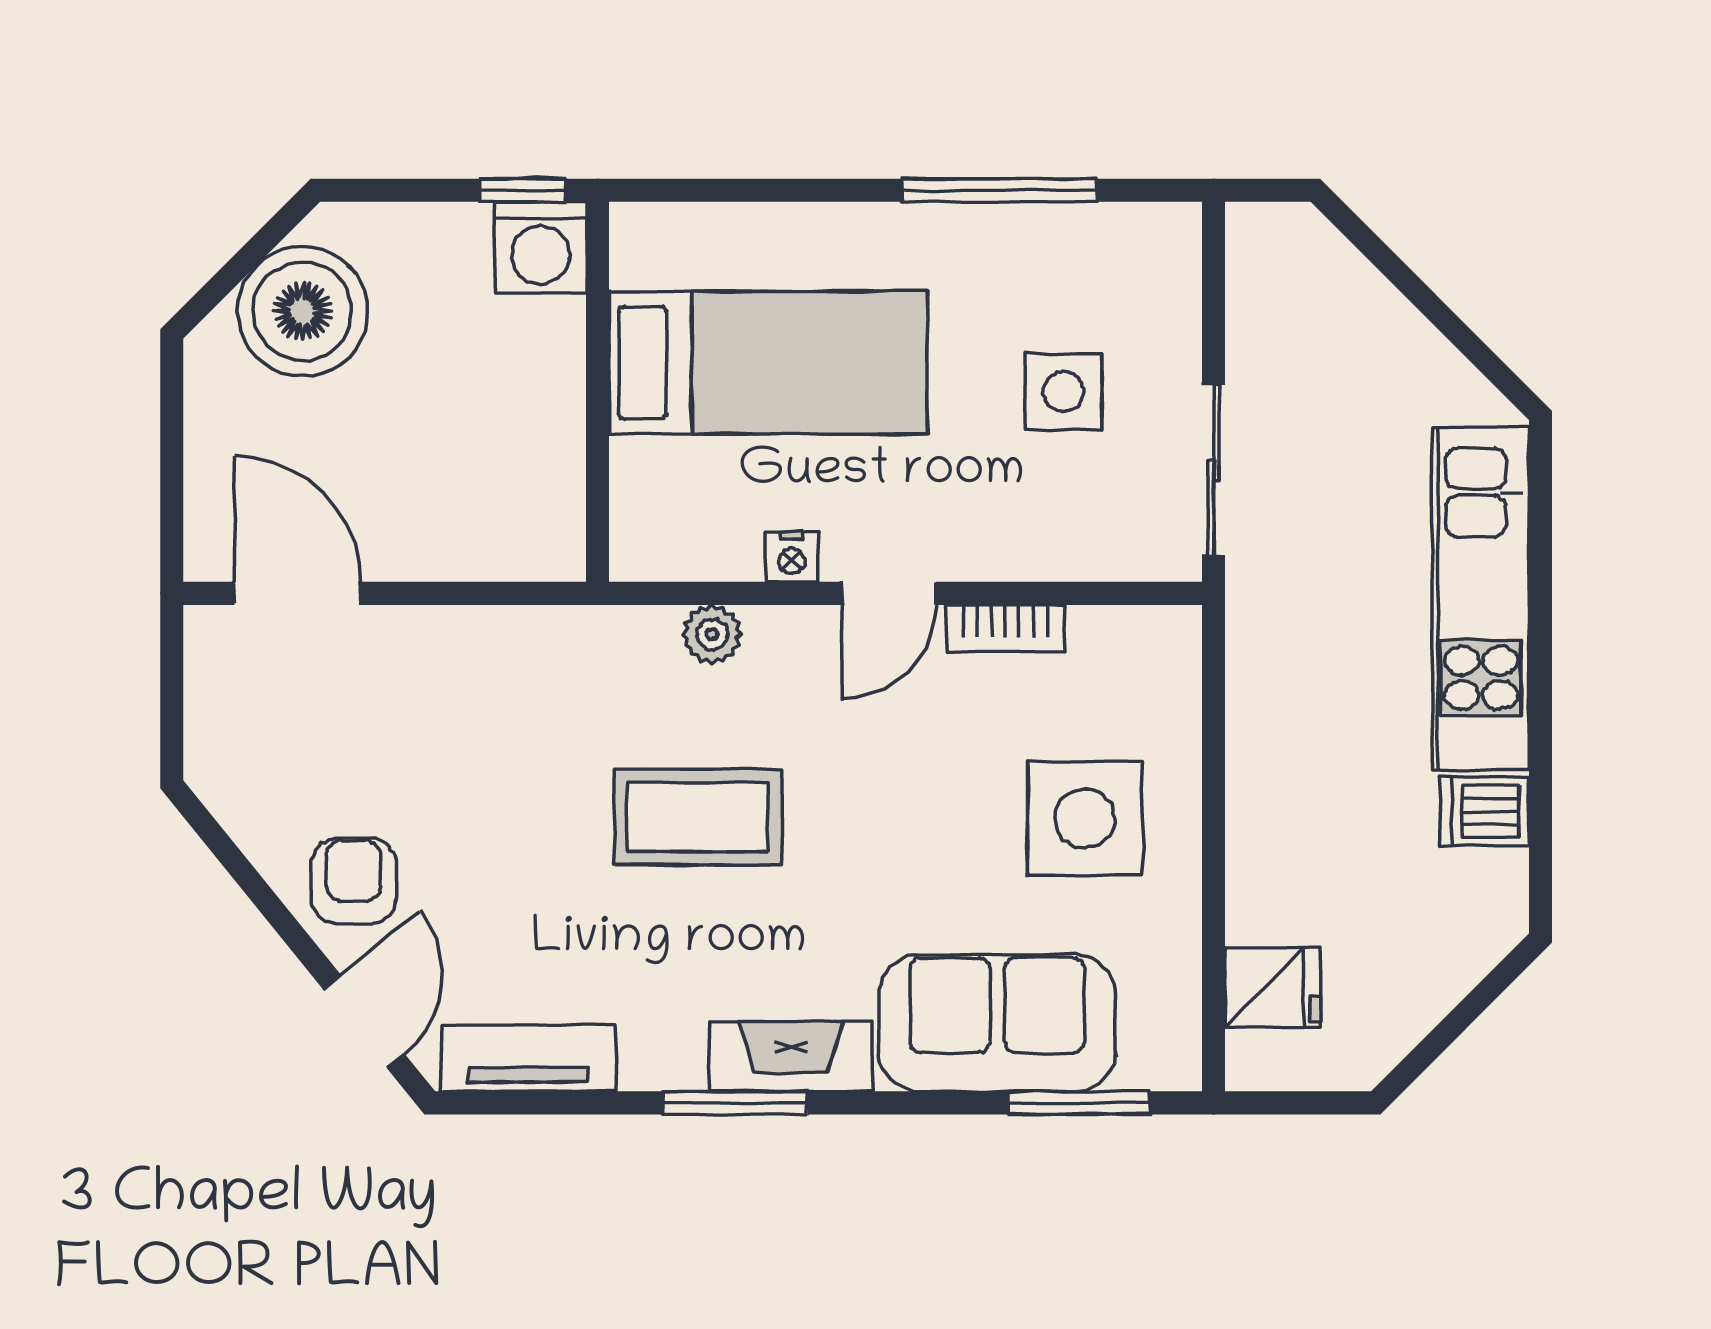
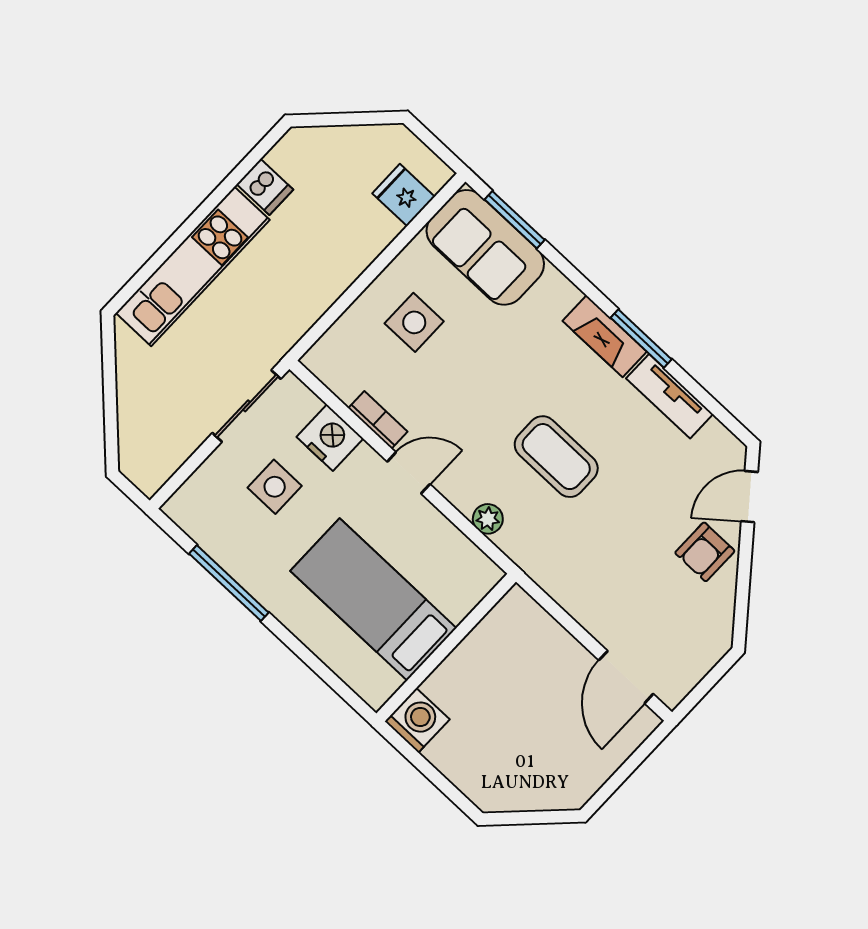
window: (522, 190) -> (404, 748), removed
boiler: (303, 311) -> (527, 779), removed
nightstand: (792, 557) -> (330, 438), moved, width x1.89, depth x1.79
side table: (1085, 818) -> (414, 322), width x0.73, depth x0.73
sofa: (997, 1023) -> (485, 247), moved
tv unit: (528, 1058) -> (670, 396), moved

